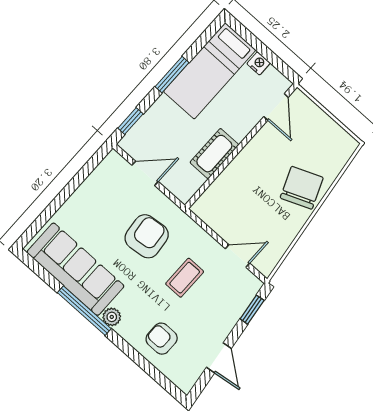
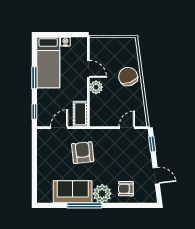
door: (276, 107) -> (88, 69), moved
cot: (214, 154) -> (80, 114), moved
plant: (245, 163) -> (96, 87), added
sofa: (75, 269) -> (73, 192), width x0.73
coffee table: (185, 278) -> (113, 156), removed
plant: (112, 317) -> (102, 194), width x1.87, depth x1.87

